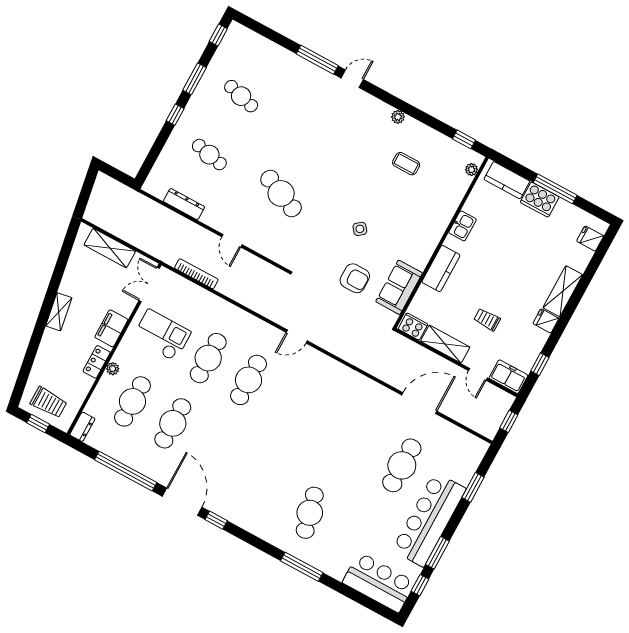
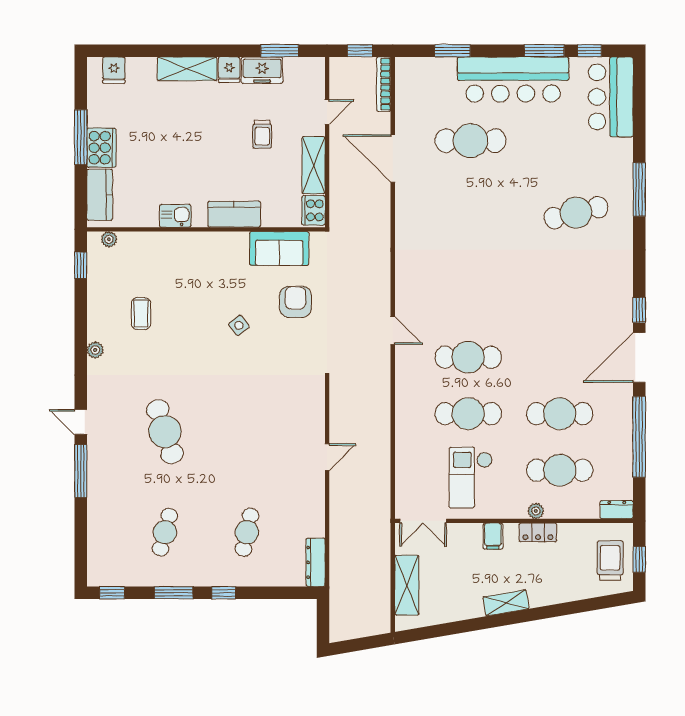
cafe table: (281, 193) -> (165, 432), moved, turned -42
dresser: (184, 204) -> (316, 562), moved
bookcase: (196, 274) -> (384, 84), moved
filing cabinet: (111, 328) -> (493, 536), width x0.50
window: (540, 364) -> (280, 51), width x1.50
freezer: (508, 377) -> (262, 70), moved, turned -90

